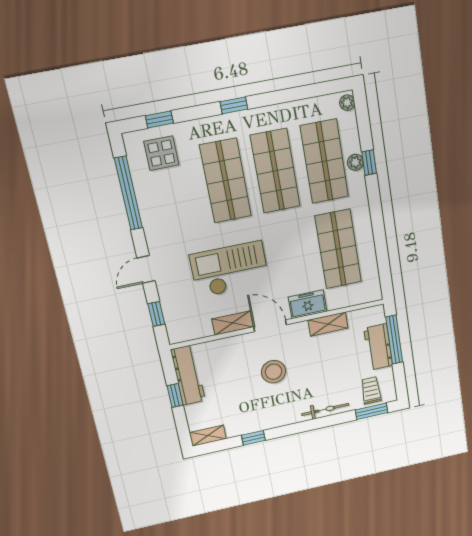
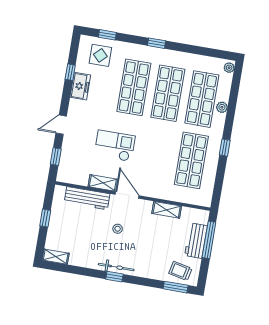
window: (369, 163) -> (225, 148), moved
window: (129, 193) -> (70, 72), width x0.32
checkout: (230, 269) -> (115, 146), width x0.73, depth x0.83
freezer: (308, 304) -> (80, 86), moved, turned 90
stool: (274, 372) -> (118, 229), width x0.53, depth x0.53
workbench: (188, 375) -> (87, 198), moved, turned 90
trolley: (371, 390) -> (180, 271), turned -78
bicycle: (325, 409) -> (116, 267), moved
window: (253, 438) -> (114, 277), moved

